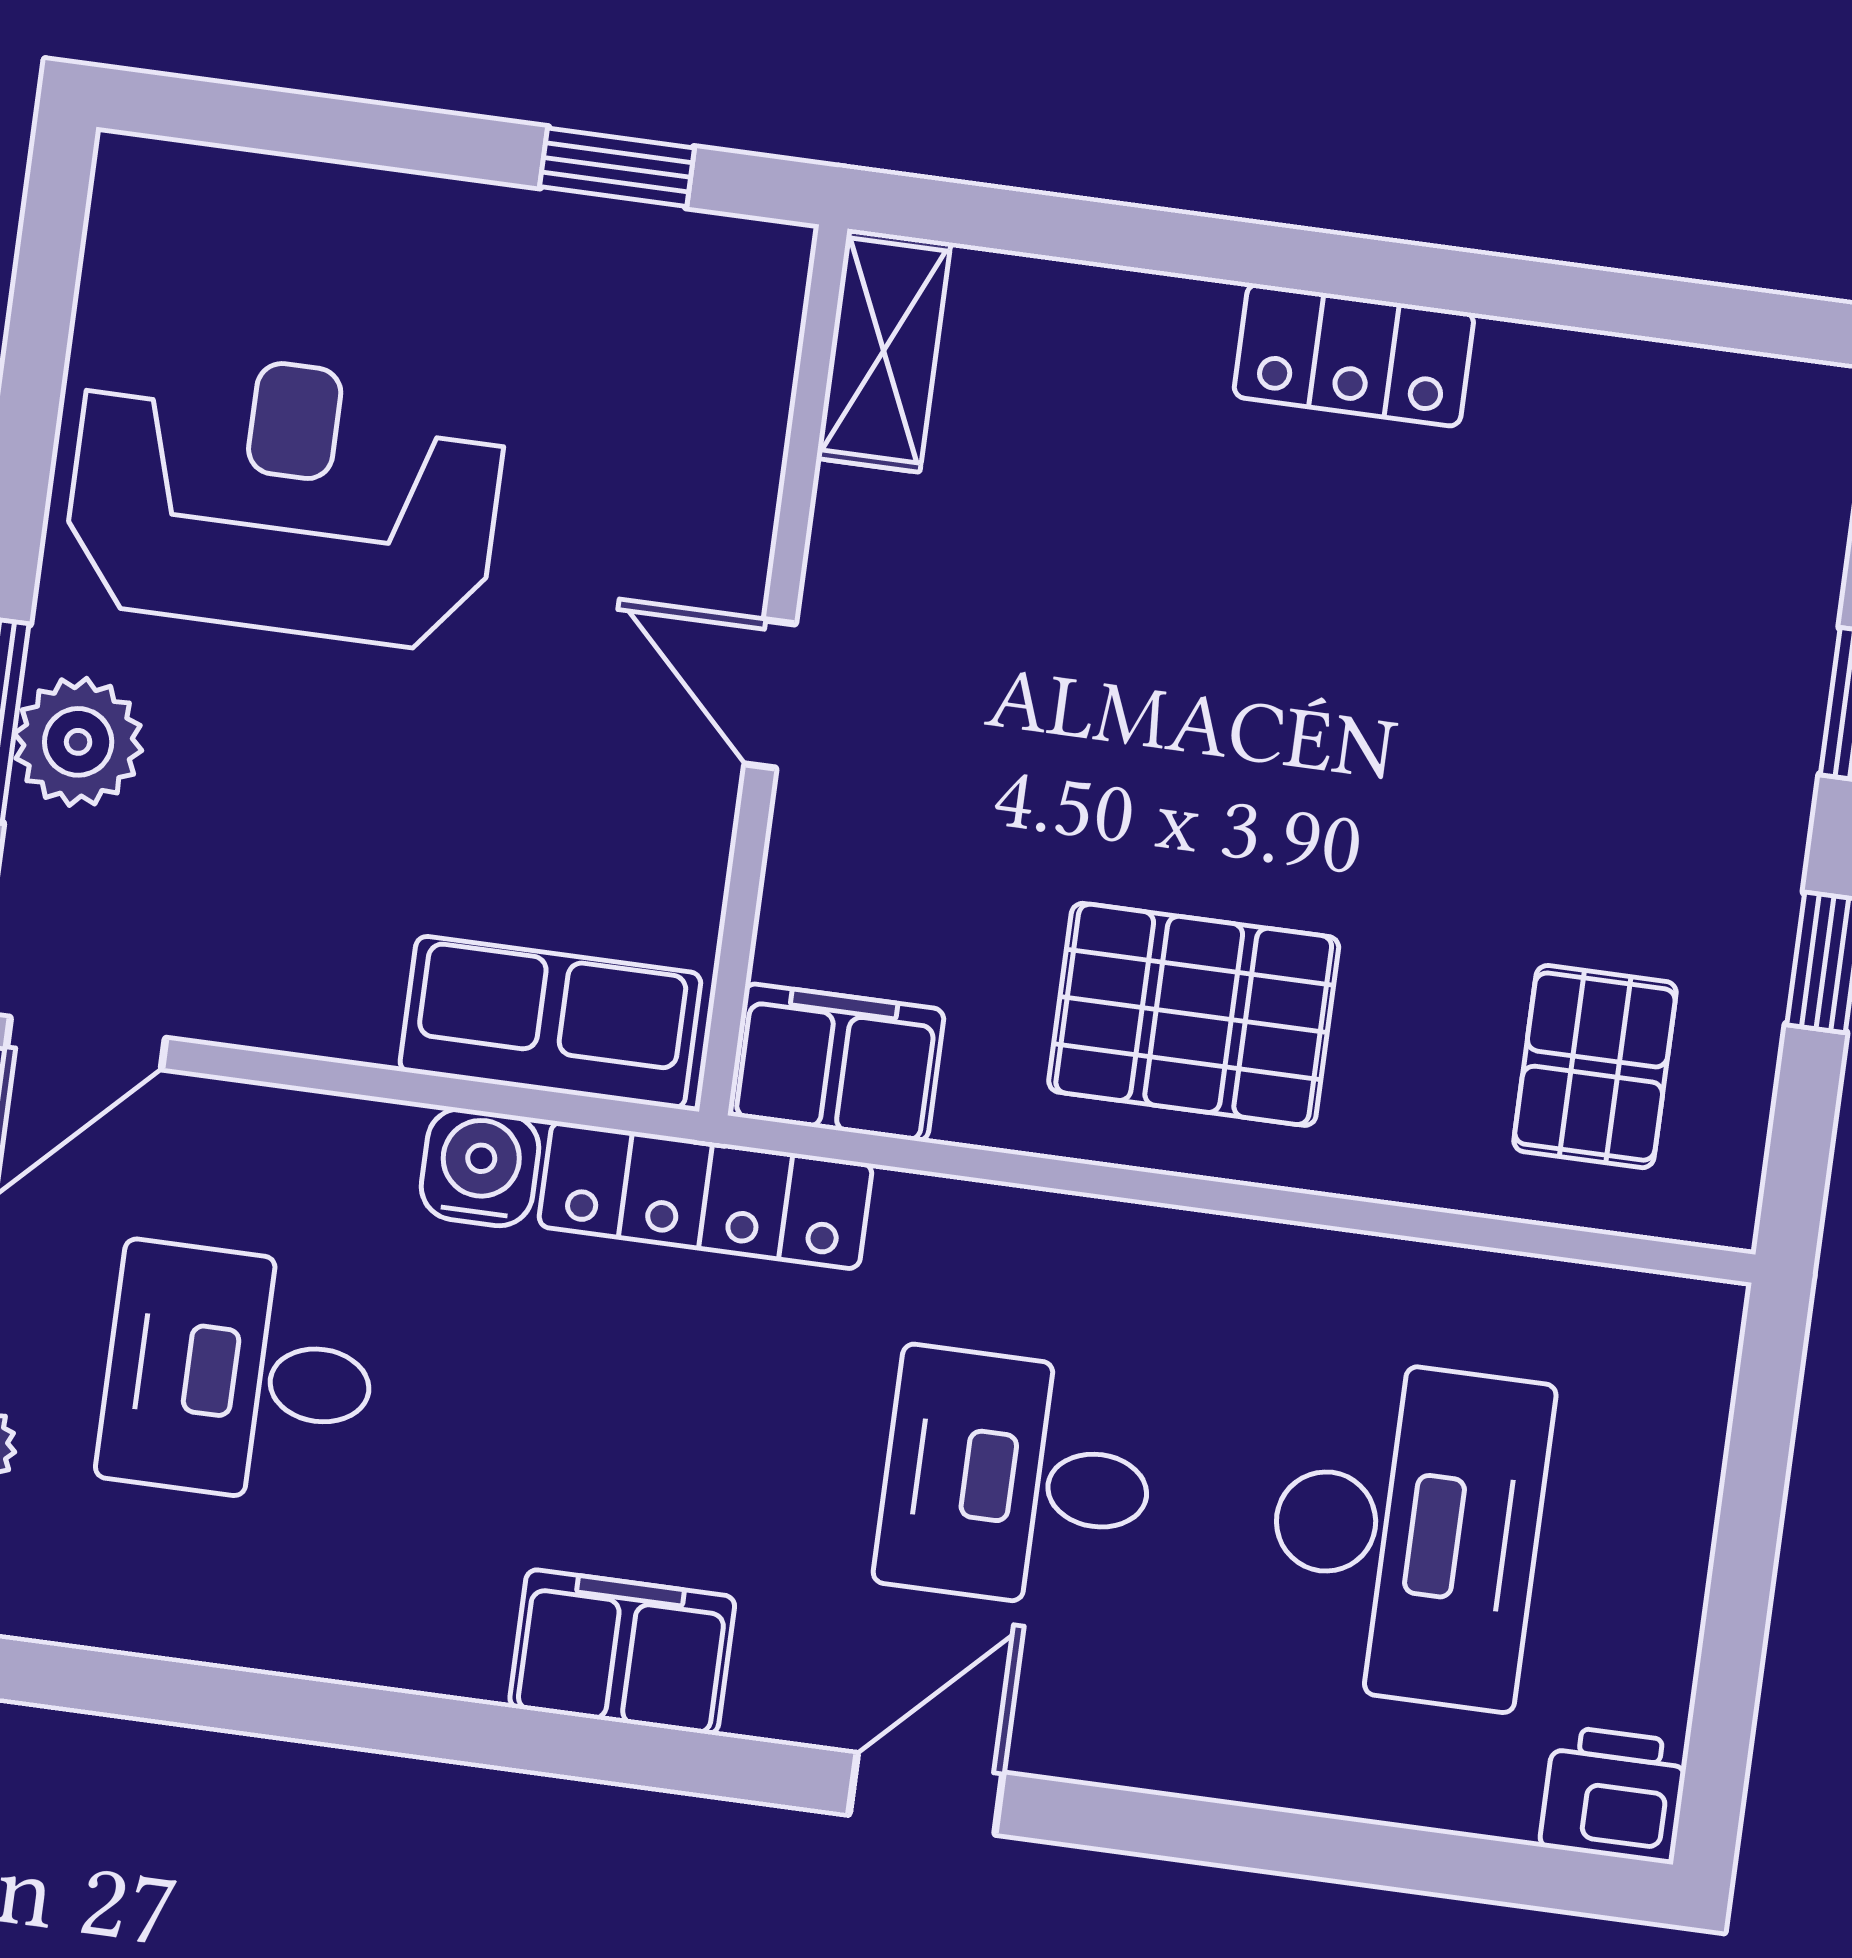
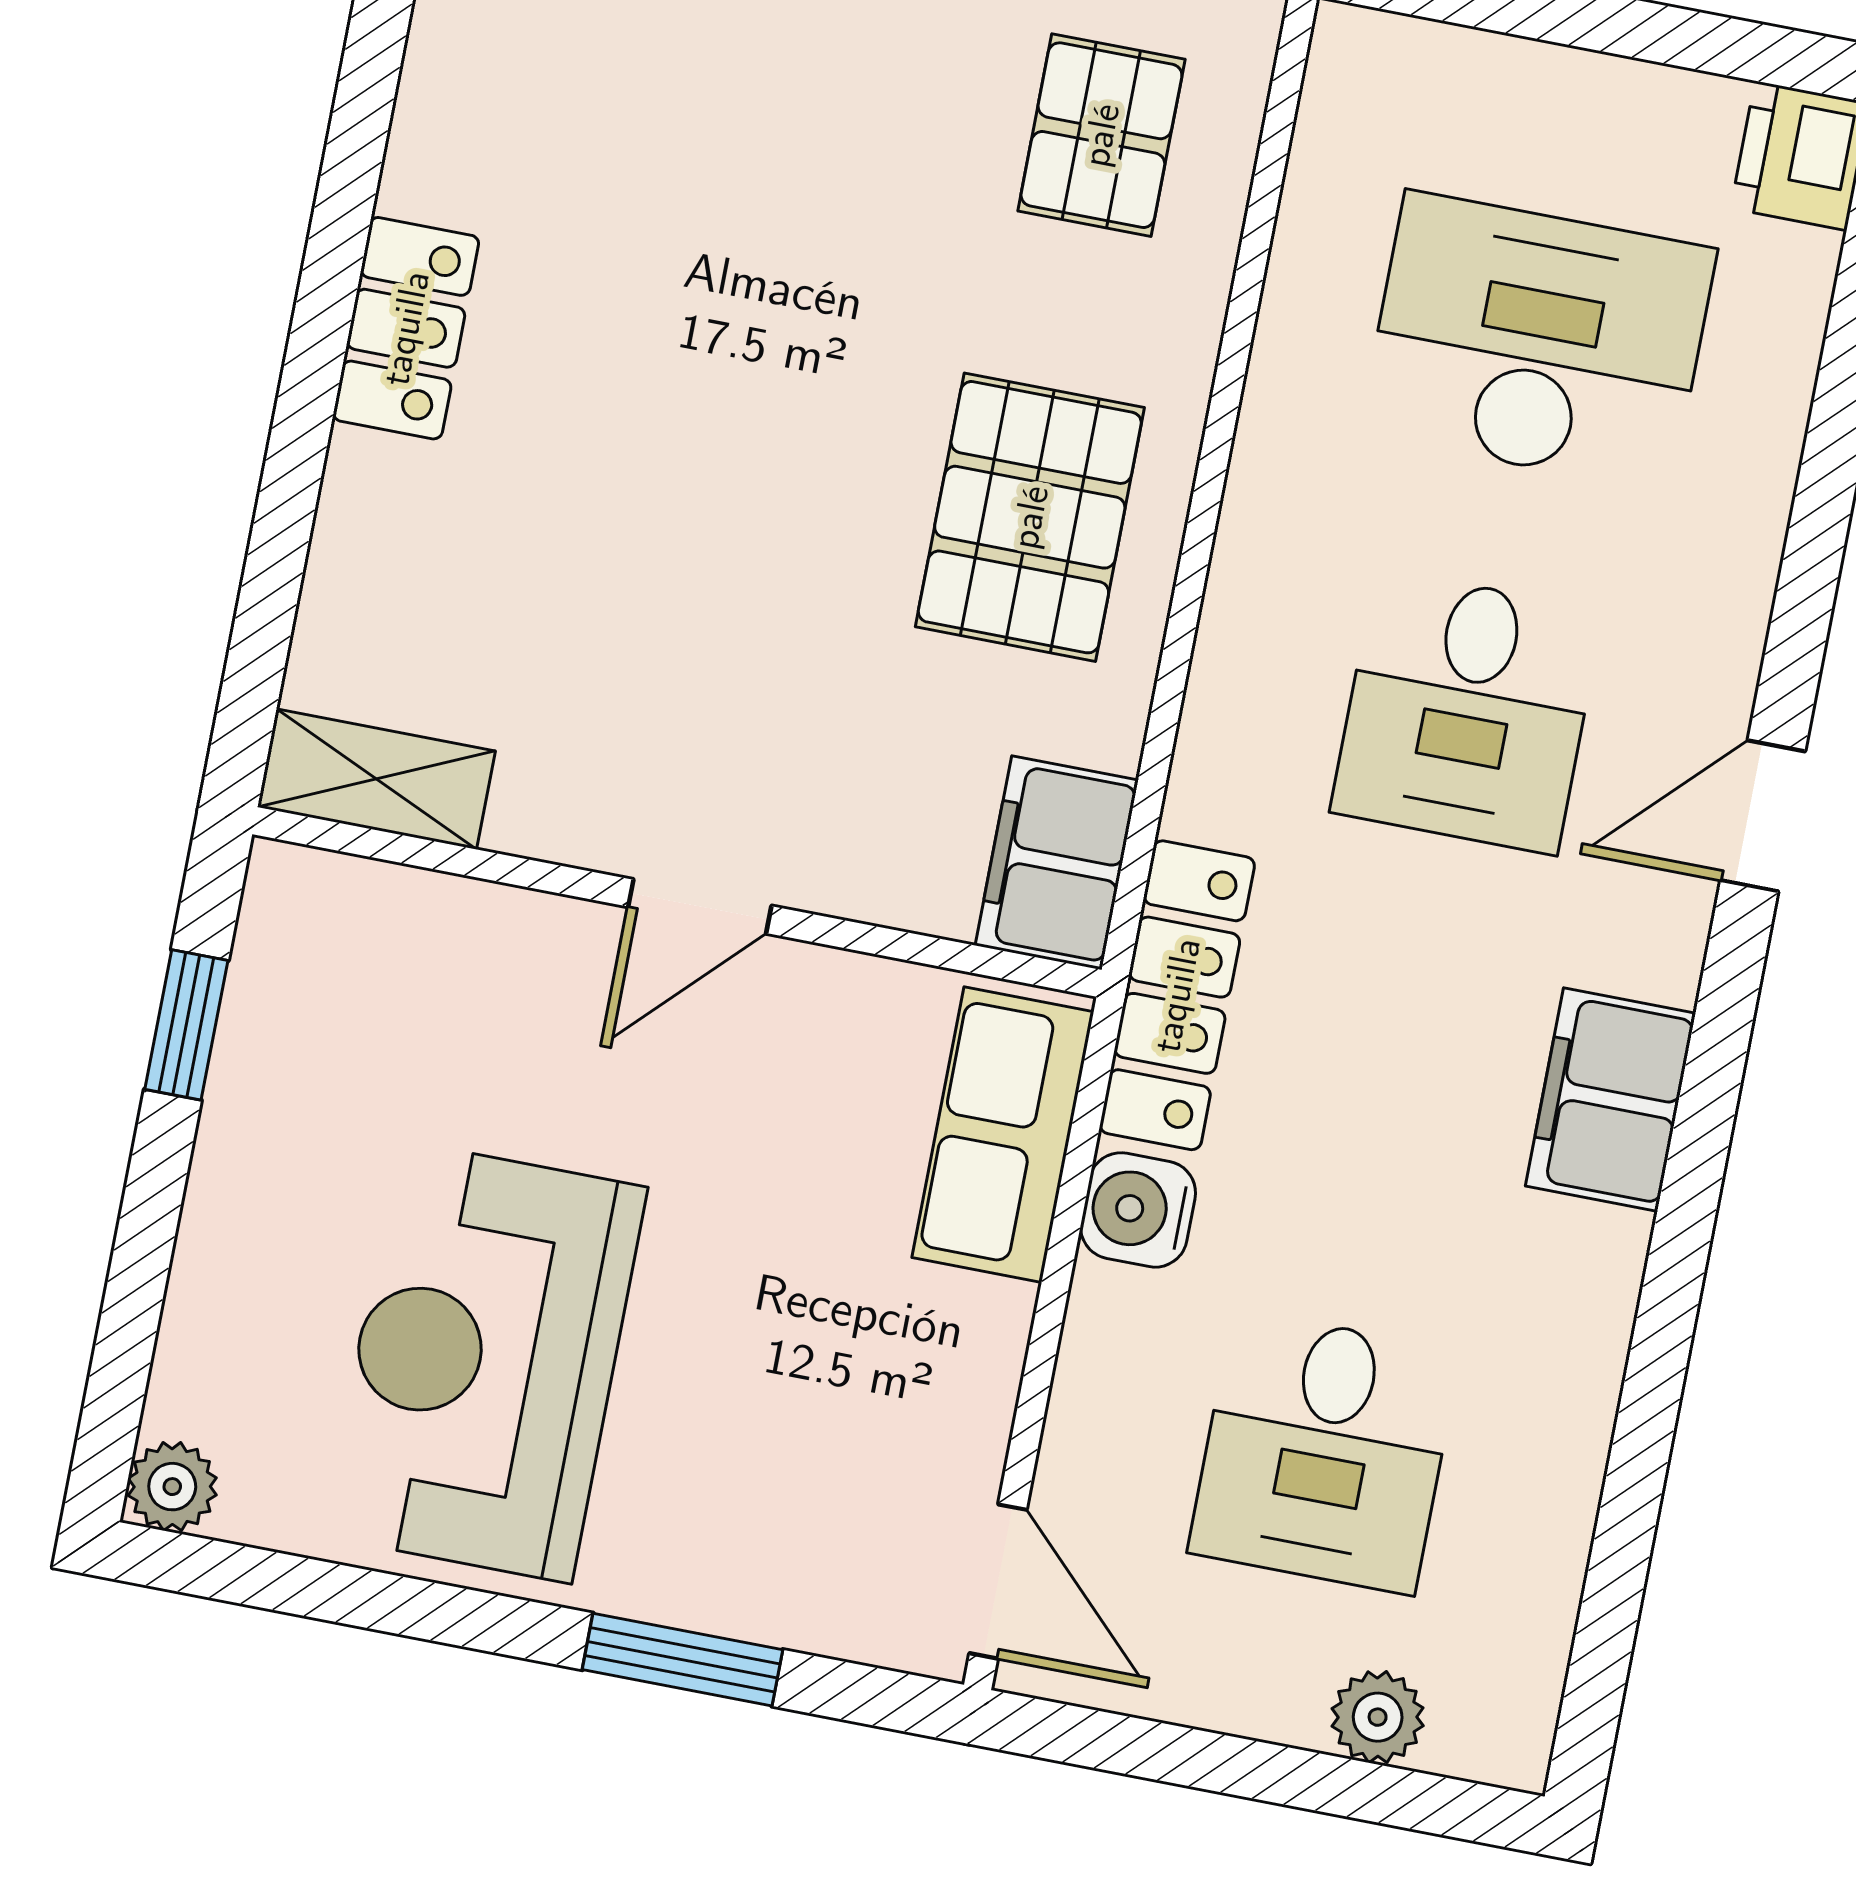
plant: (78, 742) -> (172, 1487), moved, width x0.73, depth x0.73
pallet: (1595, 1067) -> (1101, 135), turned 90
door: (926, 1794) -> (1763, 816), hinge flipped

